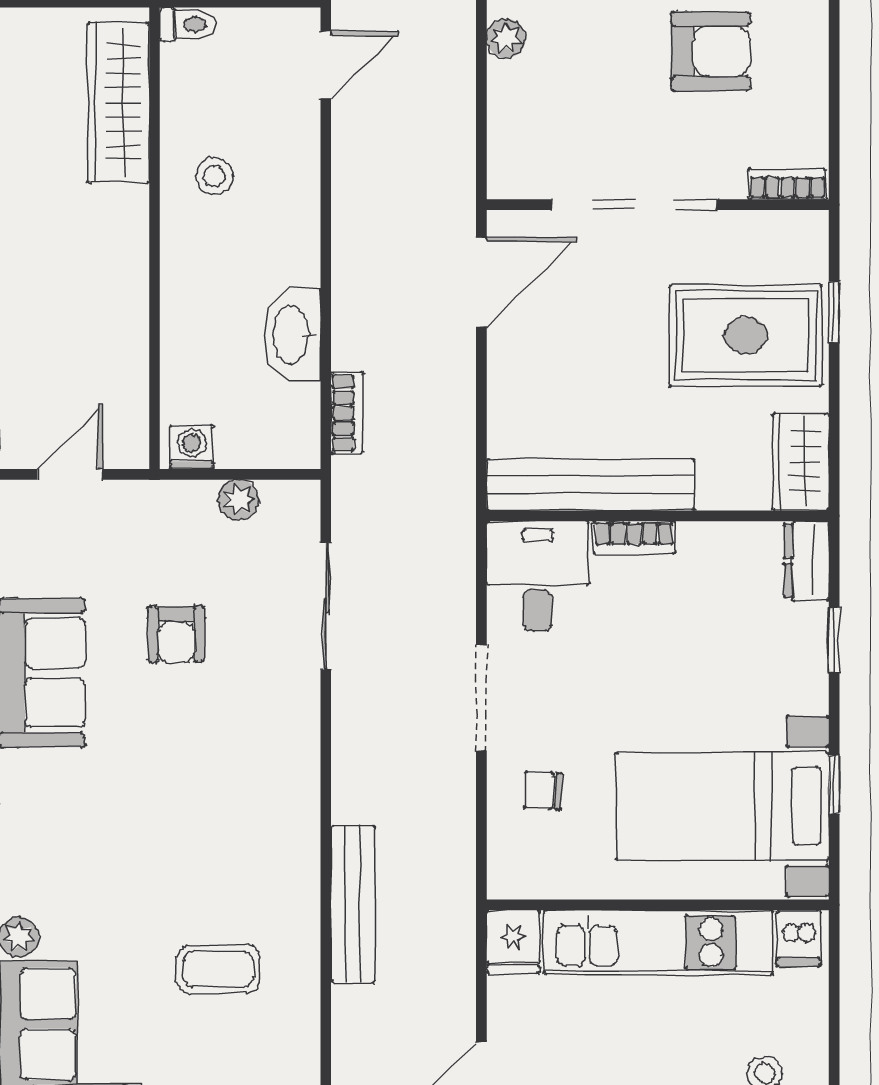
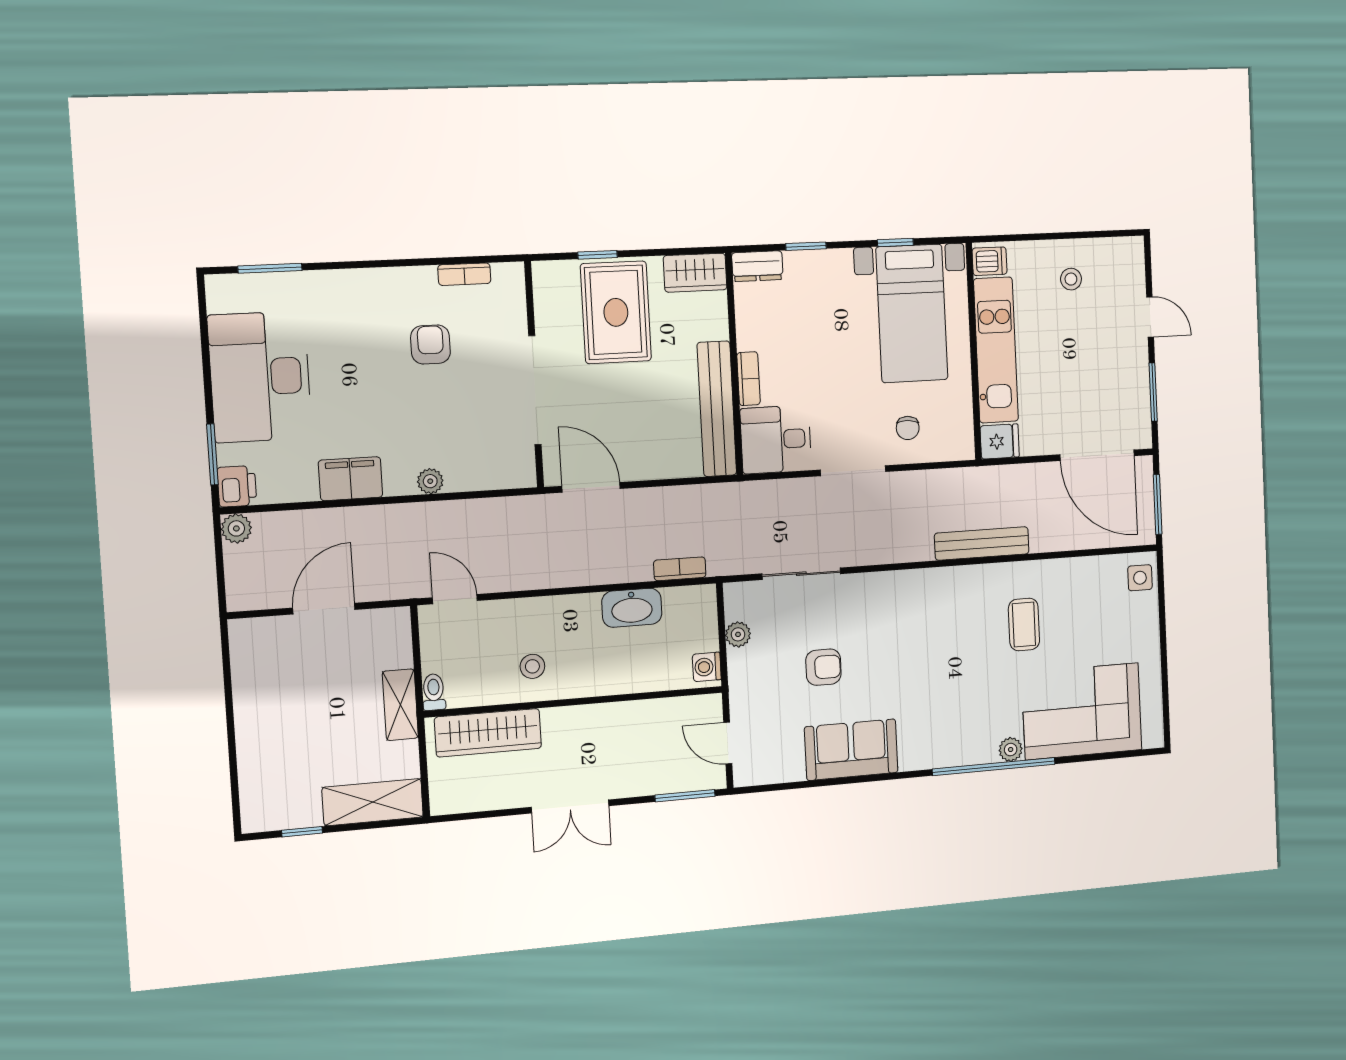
armchair: (711, 51) -> (430, 345), width x0.72, depth x0.72
bookcase: (788, 184) -> (464, 274), moved, turned -90

